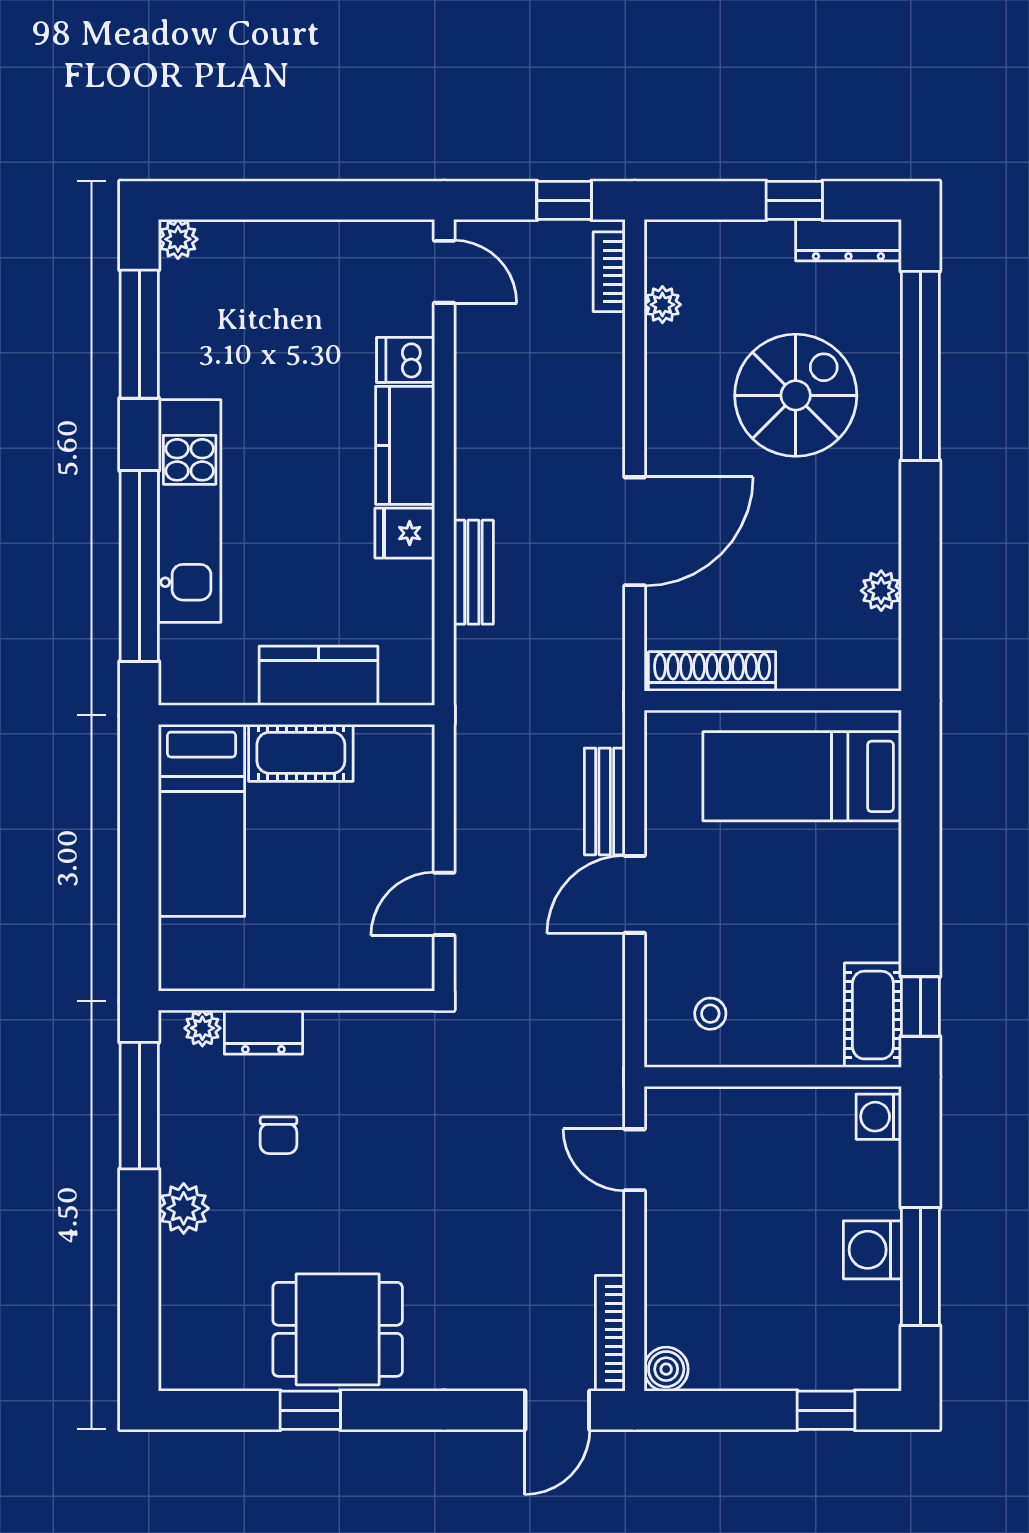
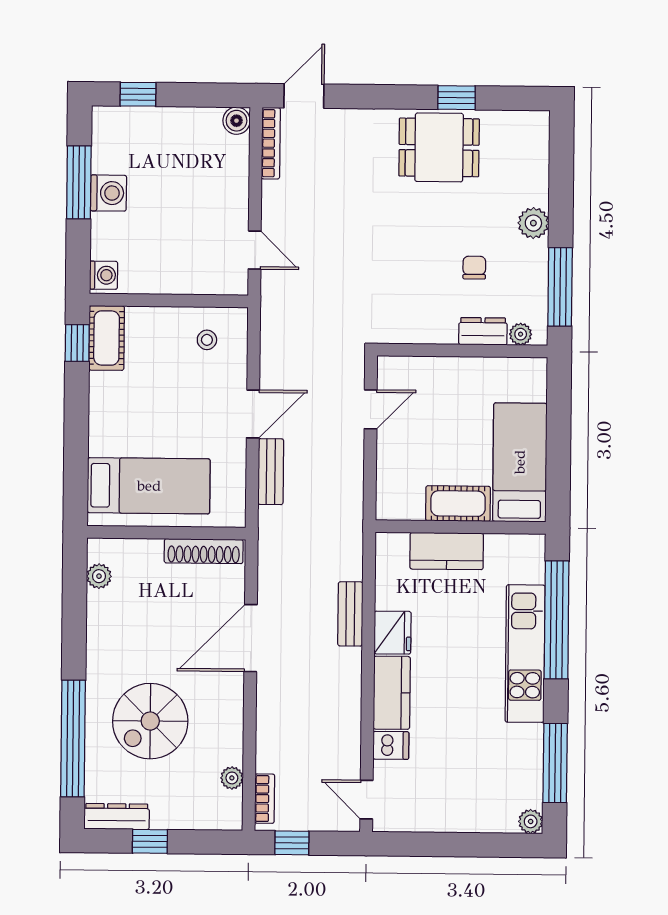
fridge: (405, 533) -> (393, 633), width x1.38
plant: (881, 591) -> (99, 576), moved

